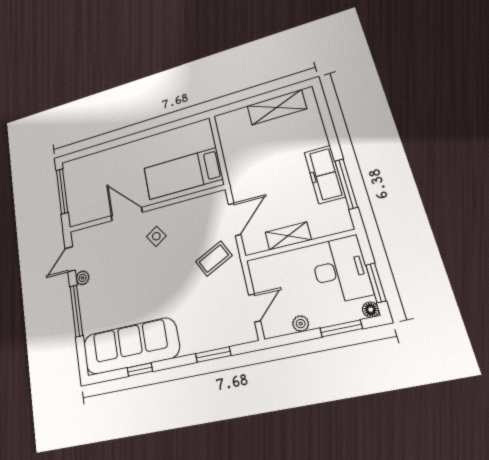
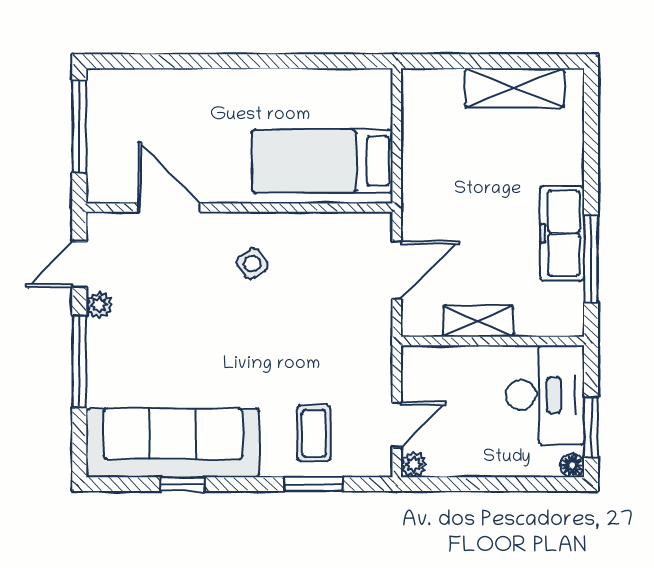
door: (127, 214) -> (169, 208), moved
coffee table: (214, 259) -> (314, 433), moved, turned -64
plant: (301, 324) -> (414, 464), moved
window: (341, 328) -> (522, 484), removed

